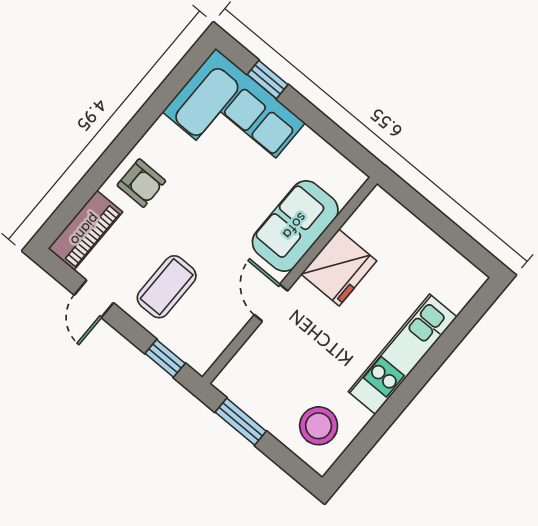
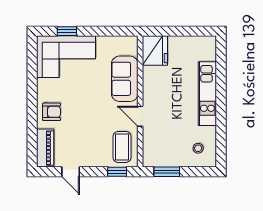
fridge: (339, 268) -> (155, 51), moved
coffee table: (167, 287) -> (122, 147), moved
stool: (319, 426) -> (198, 148), width x0.53, depth x0.53

